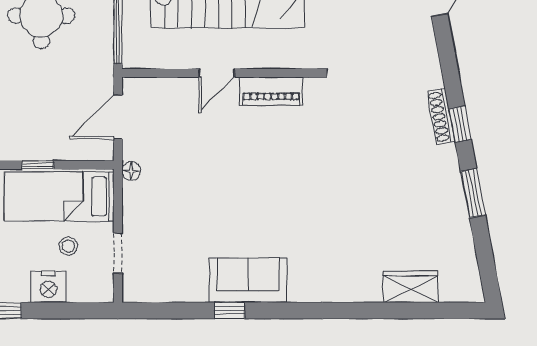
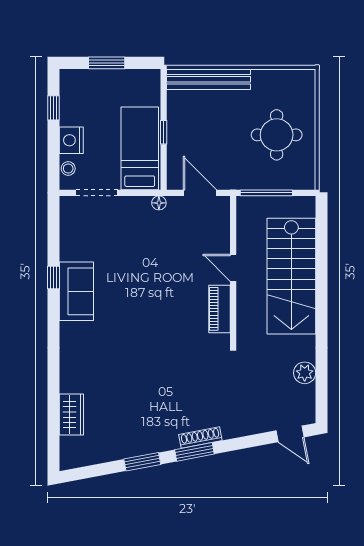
window: (460, 124) -> (194, 452), width x1.50
stool: (68, 246) -> (68, 168), moved
doorway: (118, 253) -> (97, 193), width x1.38

